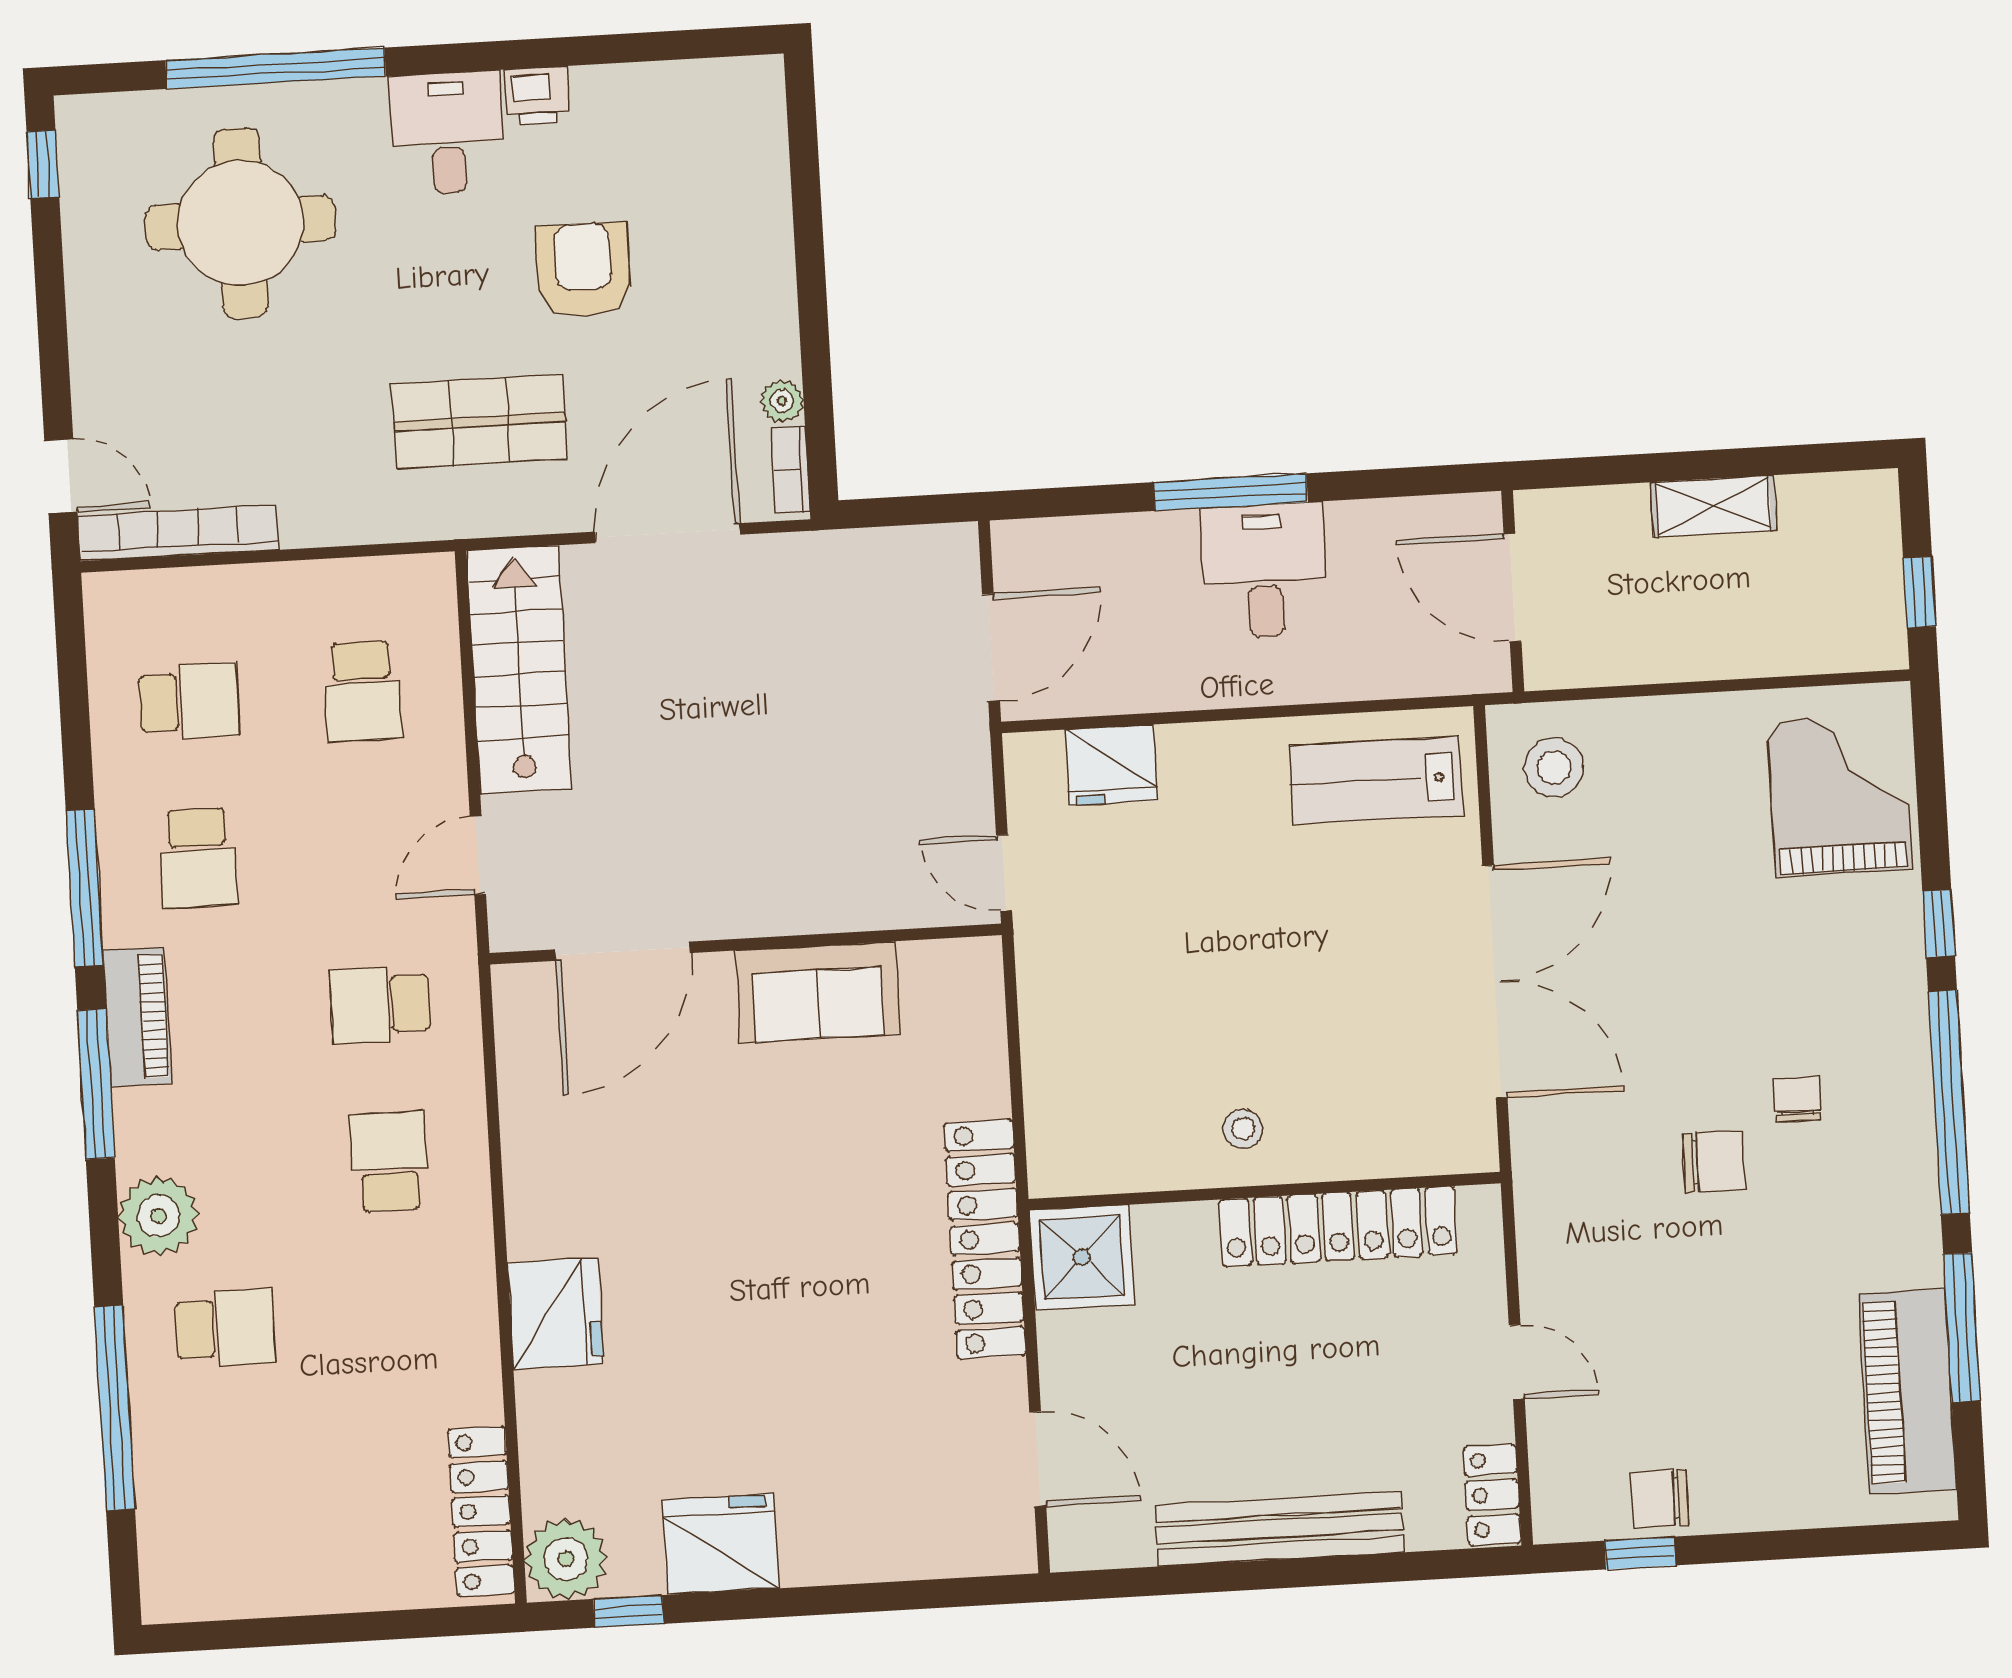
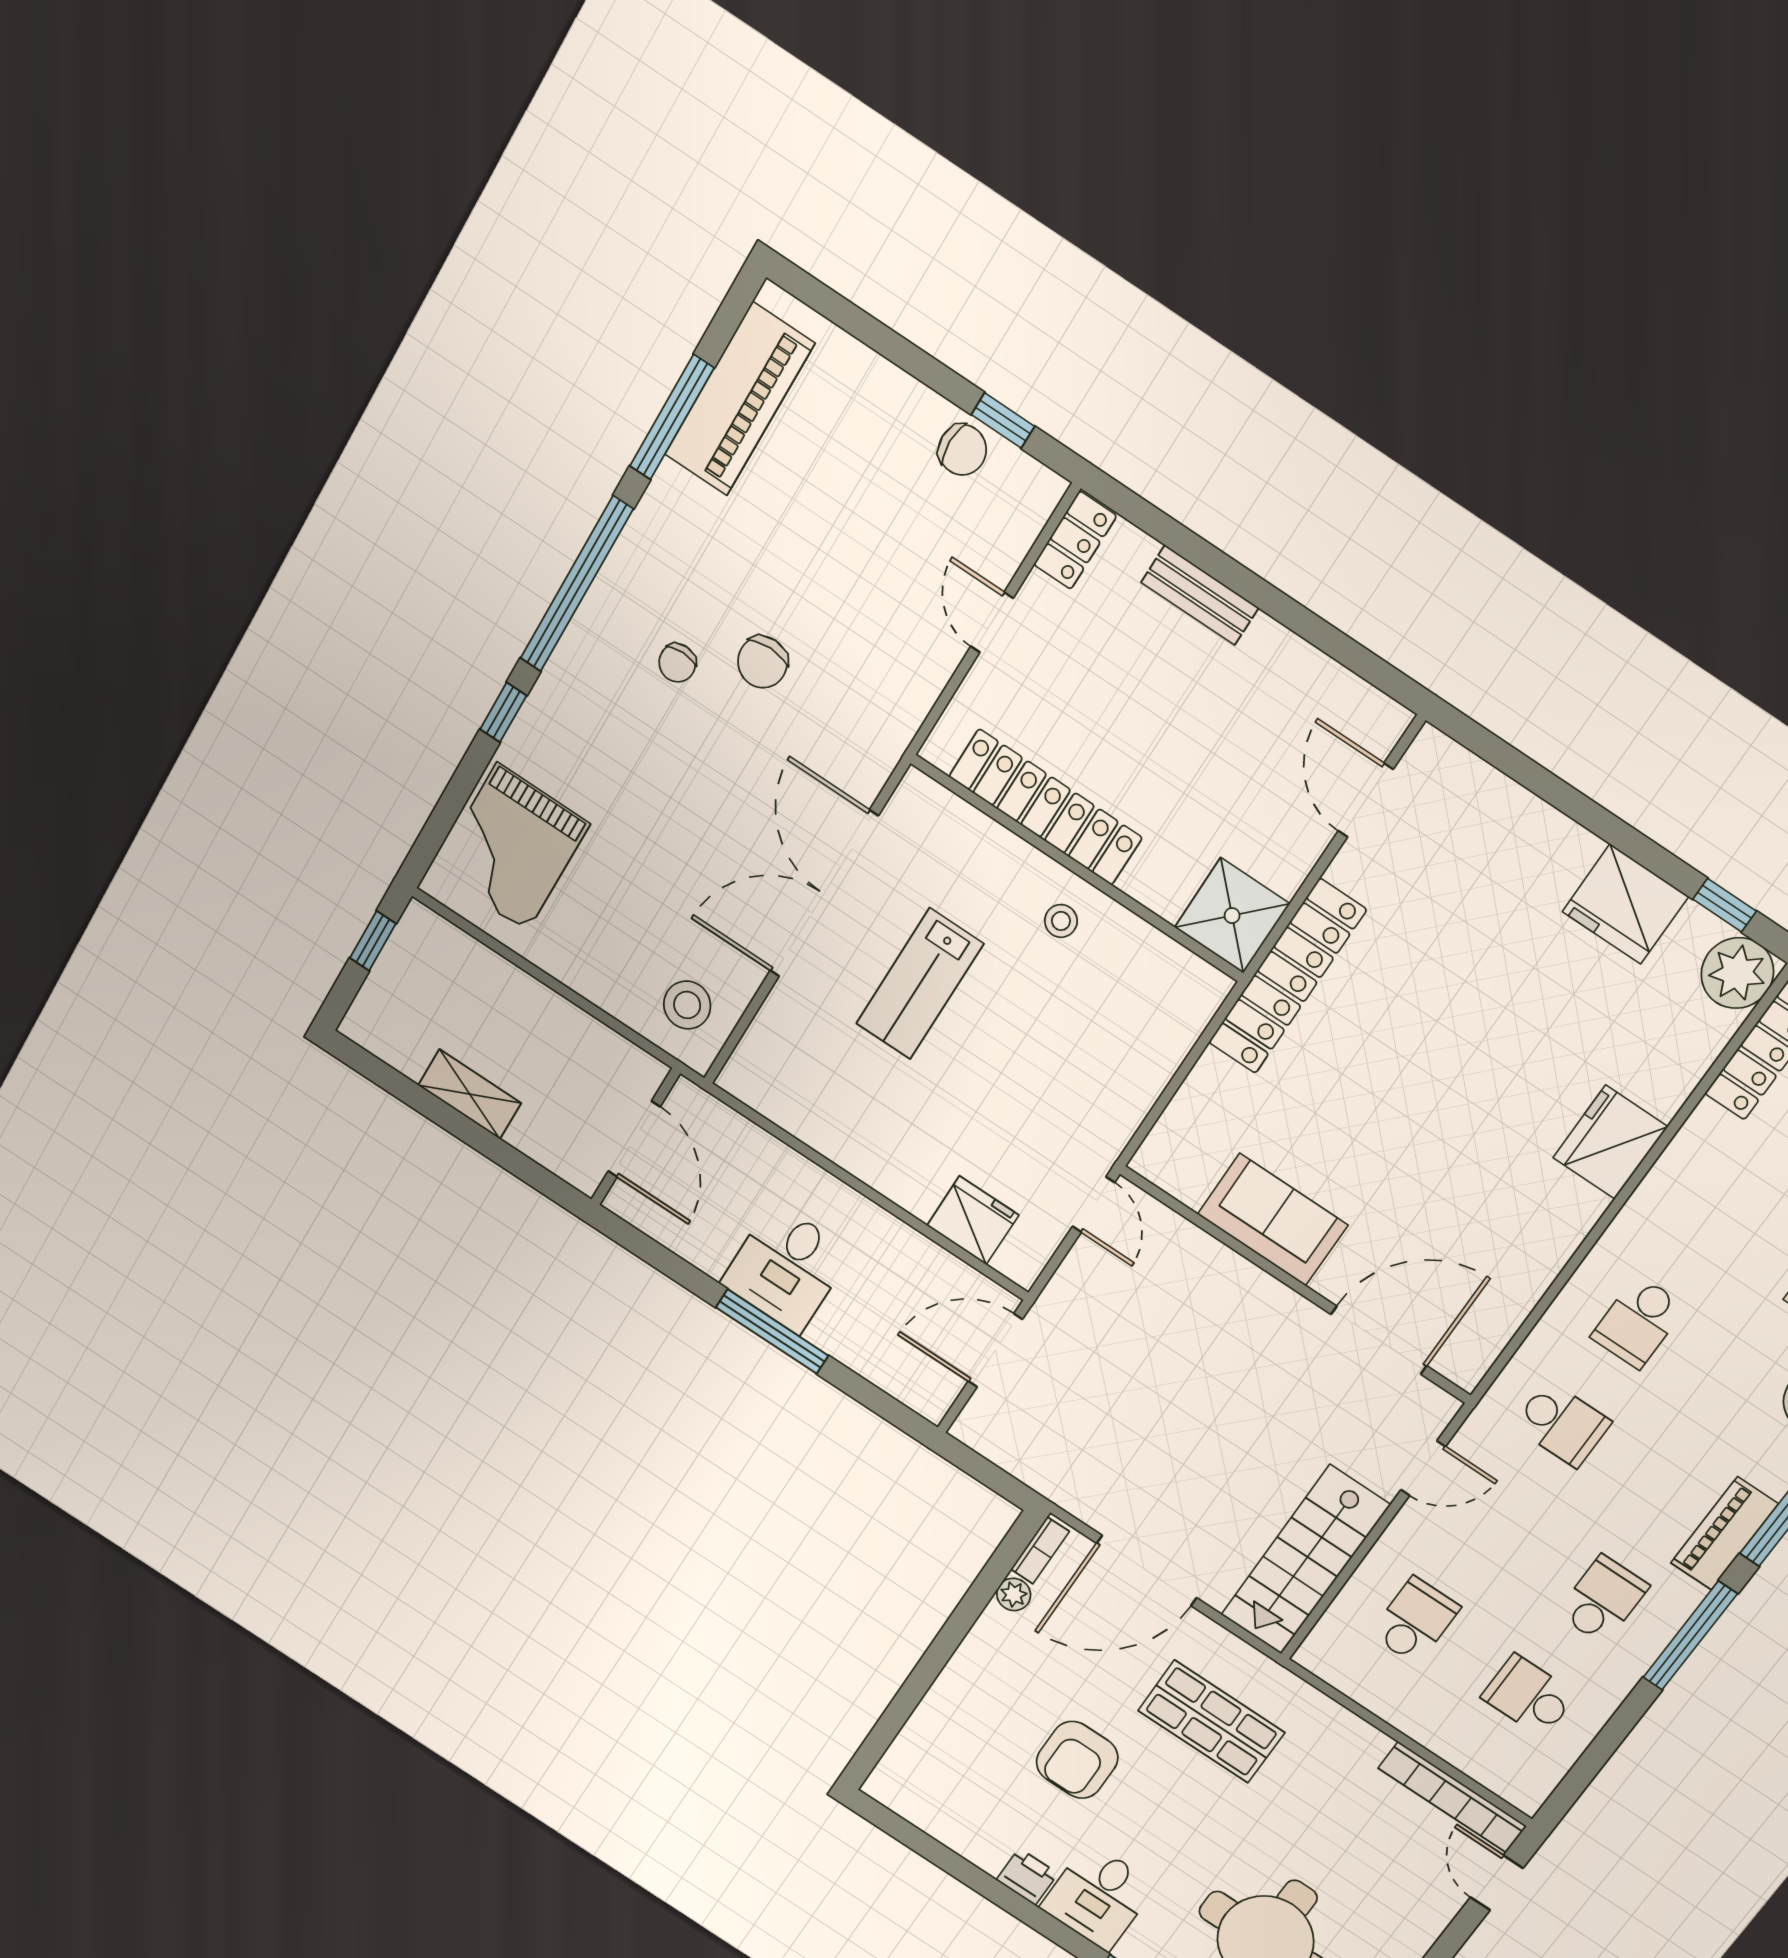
lab bench: (1376, 780) -> (920, 984), moved, turned 90
chair: (1713, 1162) -> (763, 662), turned -90
bench: (1280, 1529) -> (1200, 595), width x0.54, depth x0.82

